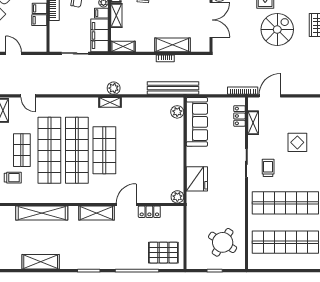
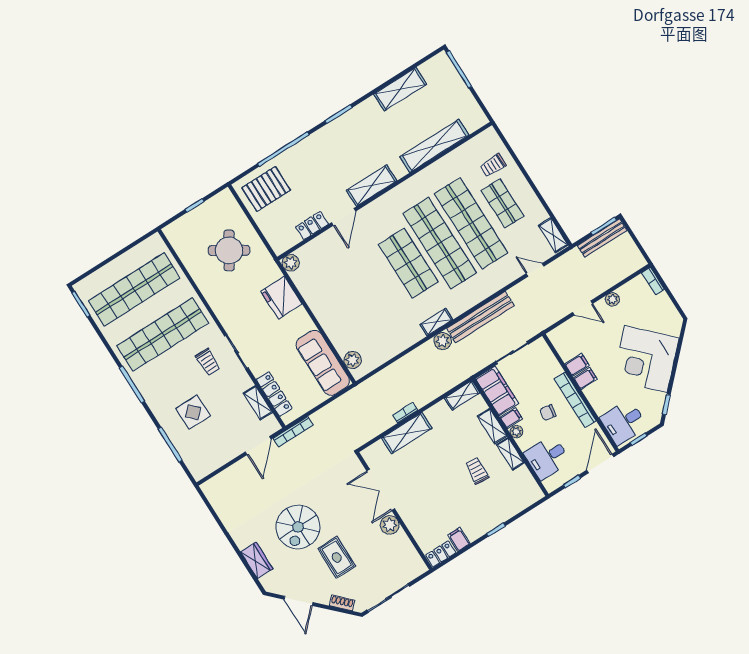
bench: (173, 88) -> (480, 317), moved
locker: (239, 116) -> (274, 394), width x1.53
round table: (223, 242) -> (229, 250), moved

